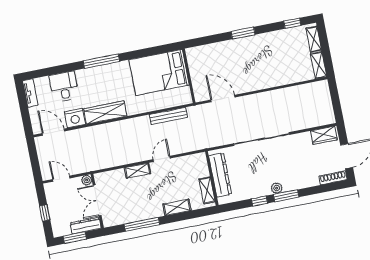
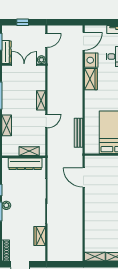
door: (223, 99) -> (84, 178), swing flipped
wardrobe: (105, 112) -> (91, 79), width x0.67
wardrobe: (324, 135) -> (40, 236), moved
door: (162, 159) -> (46, 121), hinge flipped
shelving: (207, 190) -> (29, 151), moved

